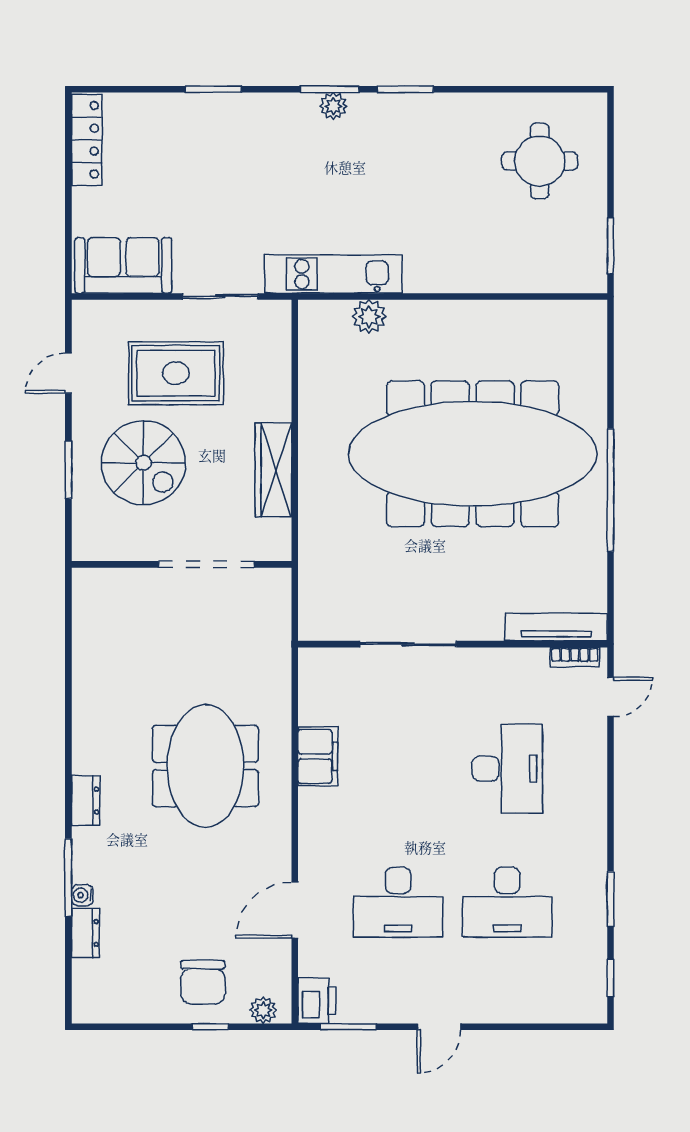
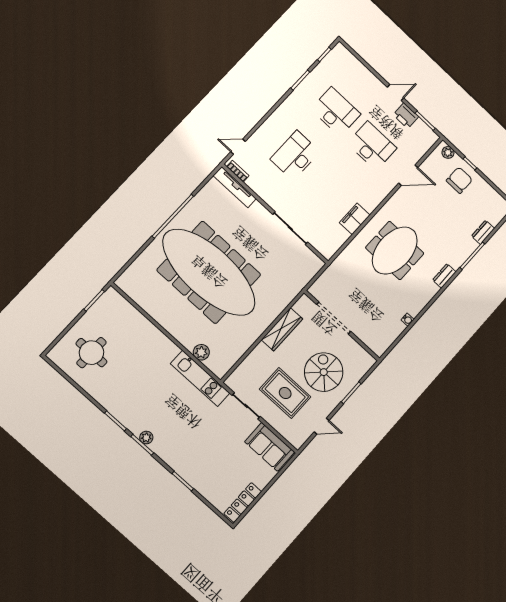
water cooler: (82, 895) -> (408, 320), moved
printer: (317, 1001) -> (406, 116), moved, turned -90

